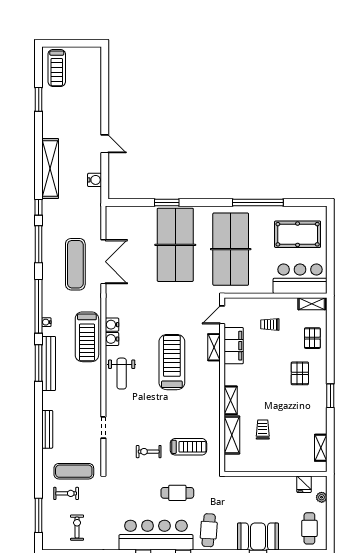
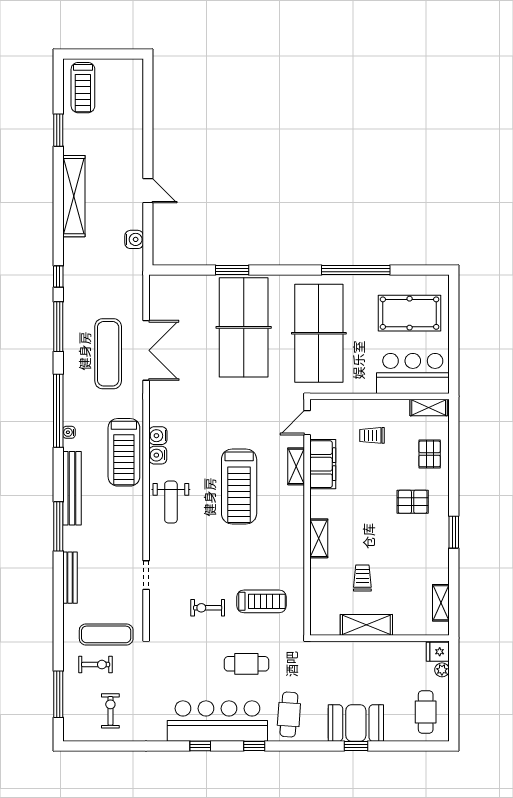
shelving: (50, 169) -> (74, 196), moved
treadmill: (172, 362) -> (239, 486), turned 180
window: (39, 363) -> (58, 526), moved
pallet: (300, 373) -> (413, 502), turned 90
shelving: (232, 435) -> (366, 625), moved, turned 90
fridge: (304, 484) -> (438, 652), moved, turned 90

